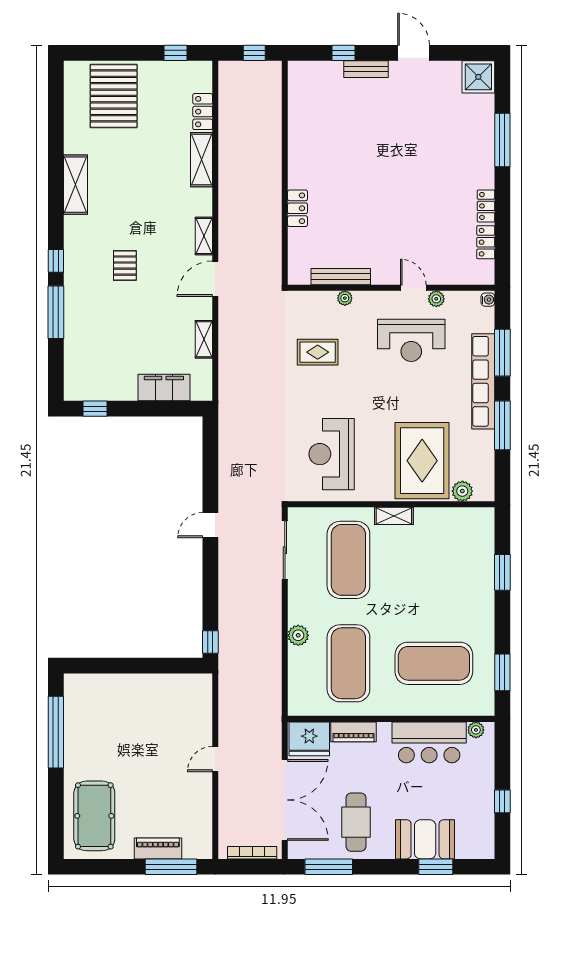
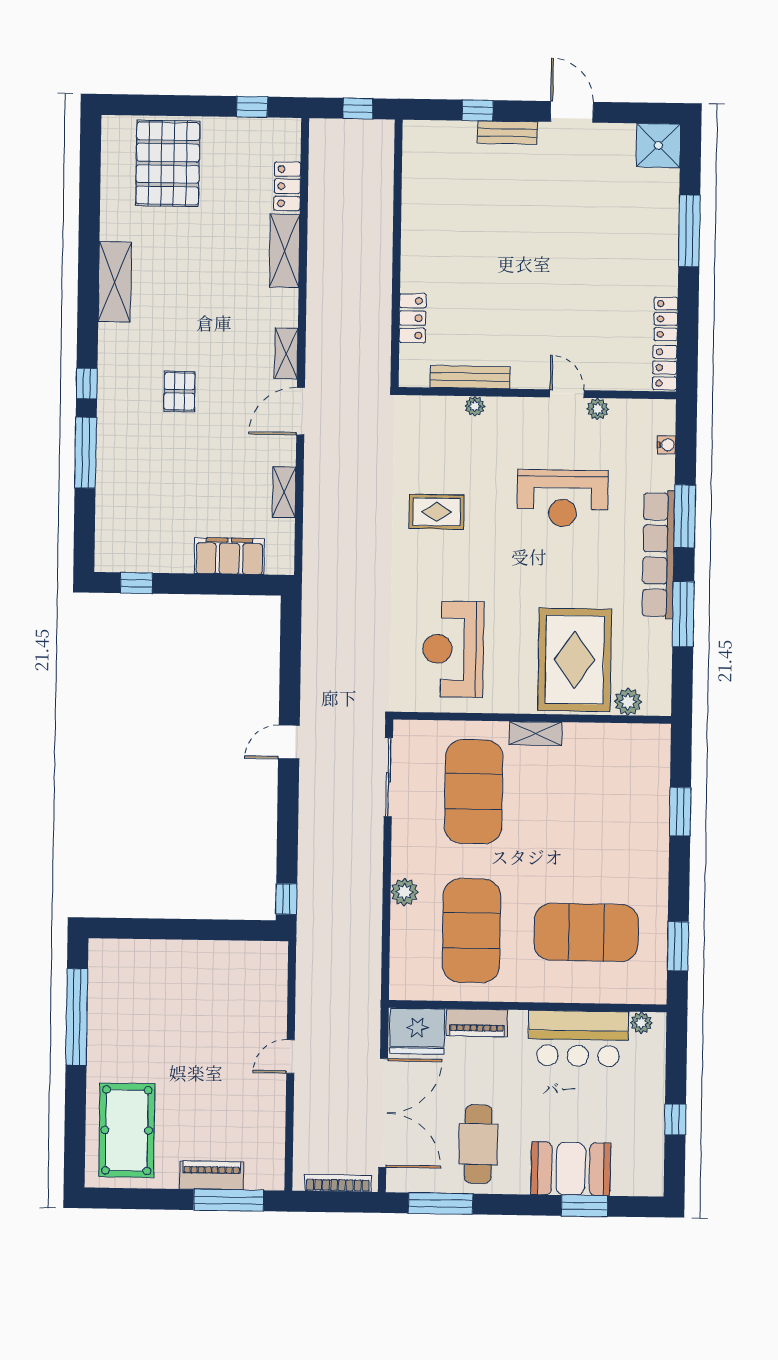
bench: (341, 277) -> (470, 377), moved
wall: (391, 288) -> (537, 393), moved
door: (413, 288) -> (567, 394), moved
plant: (345, 298) -> (475, 406), moved
plant: (436, 299) -> (598, 409), moved

